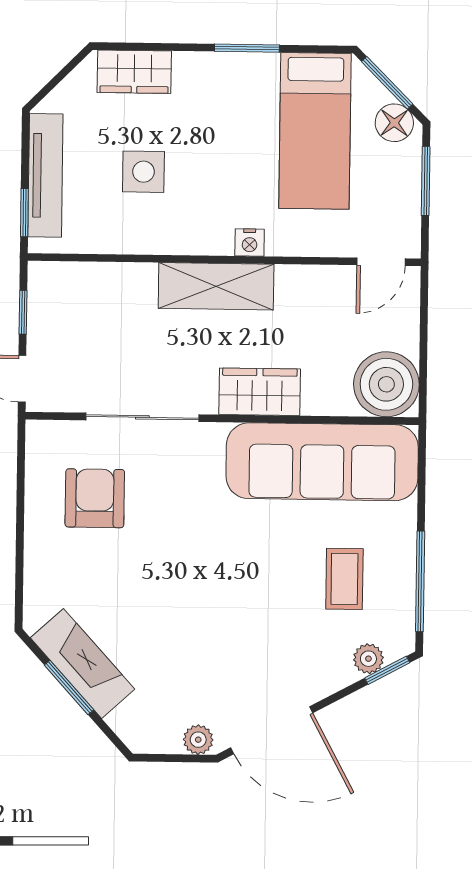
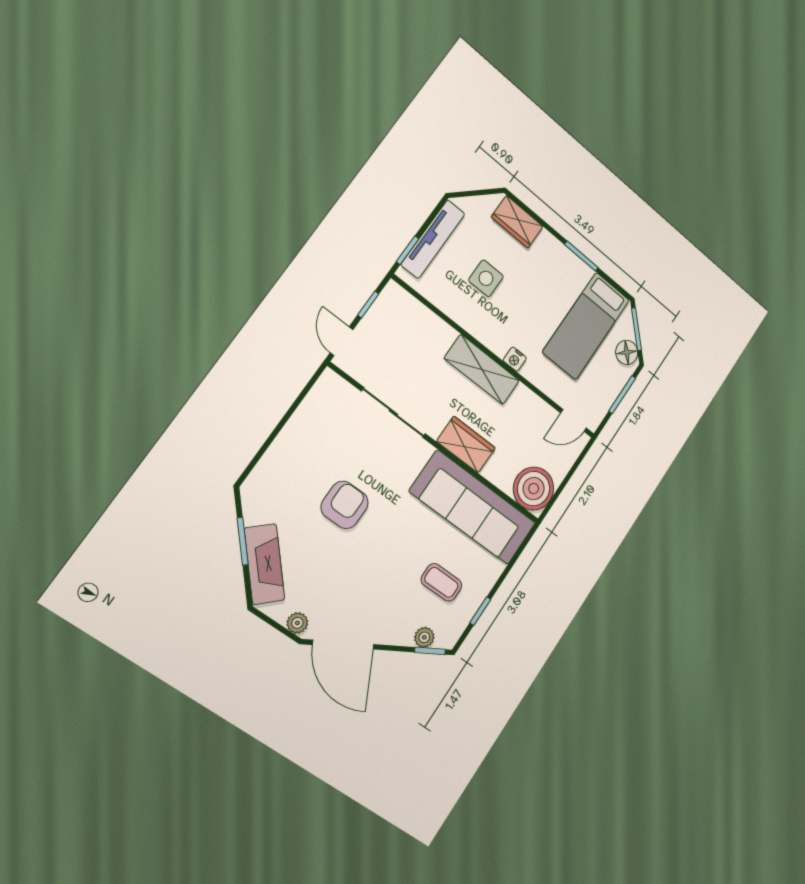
armchair: (95, 498) -> (345, 505), moved
coffee table: (344, 579) -> (441, 582), turned 90
window: (420, 581) -> (480, 611), width x0.46
fireplace: (83, 663) -> (264, 564), moved

